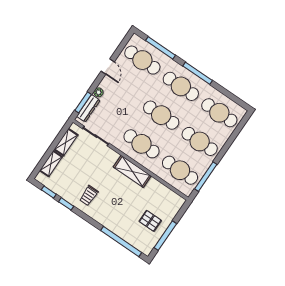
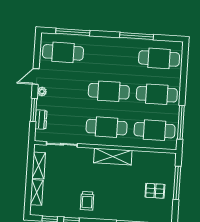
door: (108, 67) -> (36, 76), swing flipped
window: (198, 73) -> (137, 36), moved
cafe table: (181, 86) -> (111, 55), removed
plant: (98, 92) -> (42, 92), moved
window: (83, 102) -> (34, 110), moved
dresser: (88, 108) -> (41, 120), width x0.70
window: (165, 236) -> (177, 183), moved

